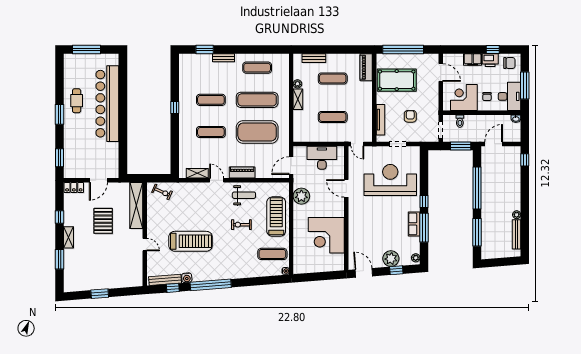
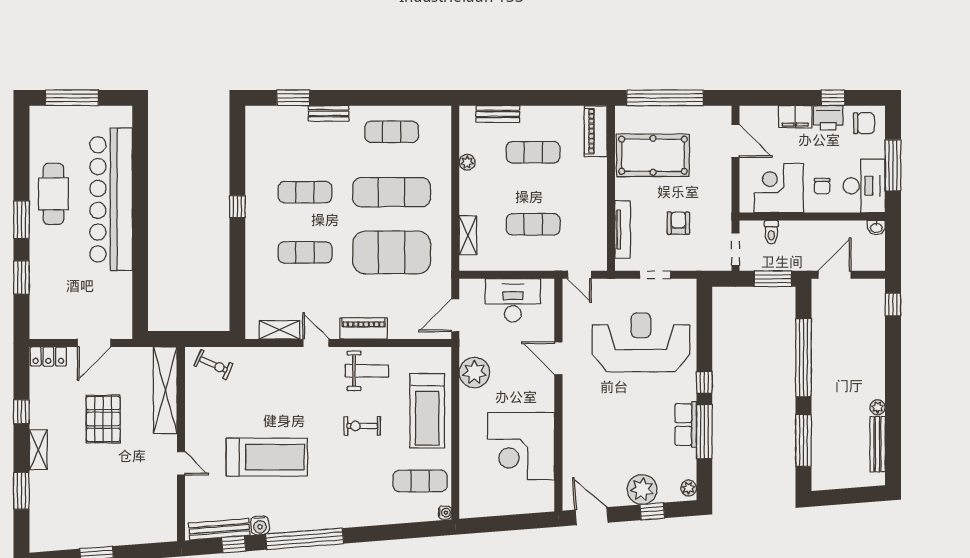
shelving: (298, 99) -> (468, 235), moved
cafe table: (77, 101) -> (53, 194), width x1.37, depth x1.35
window: (60, 158) -> (21, 278), moved
treadmill: (276, 217) -> (427, 411), turned 180

